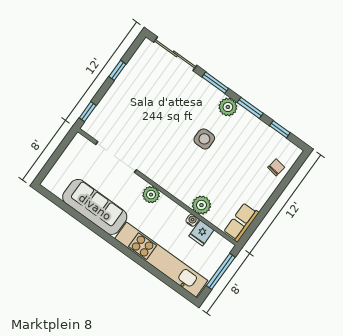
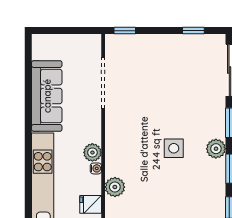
window: (117, 70) -> (193, 31), moved
plant: (151, 195) -> (92, 152), moved
water cooler: (192, 220) -> (96, 168), moved

